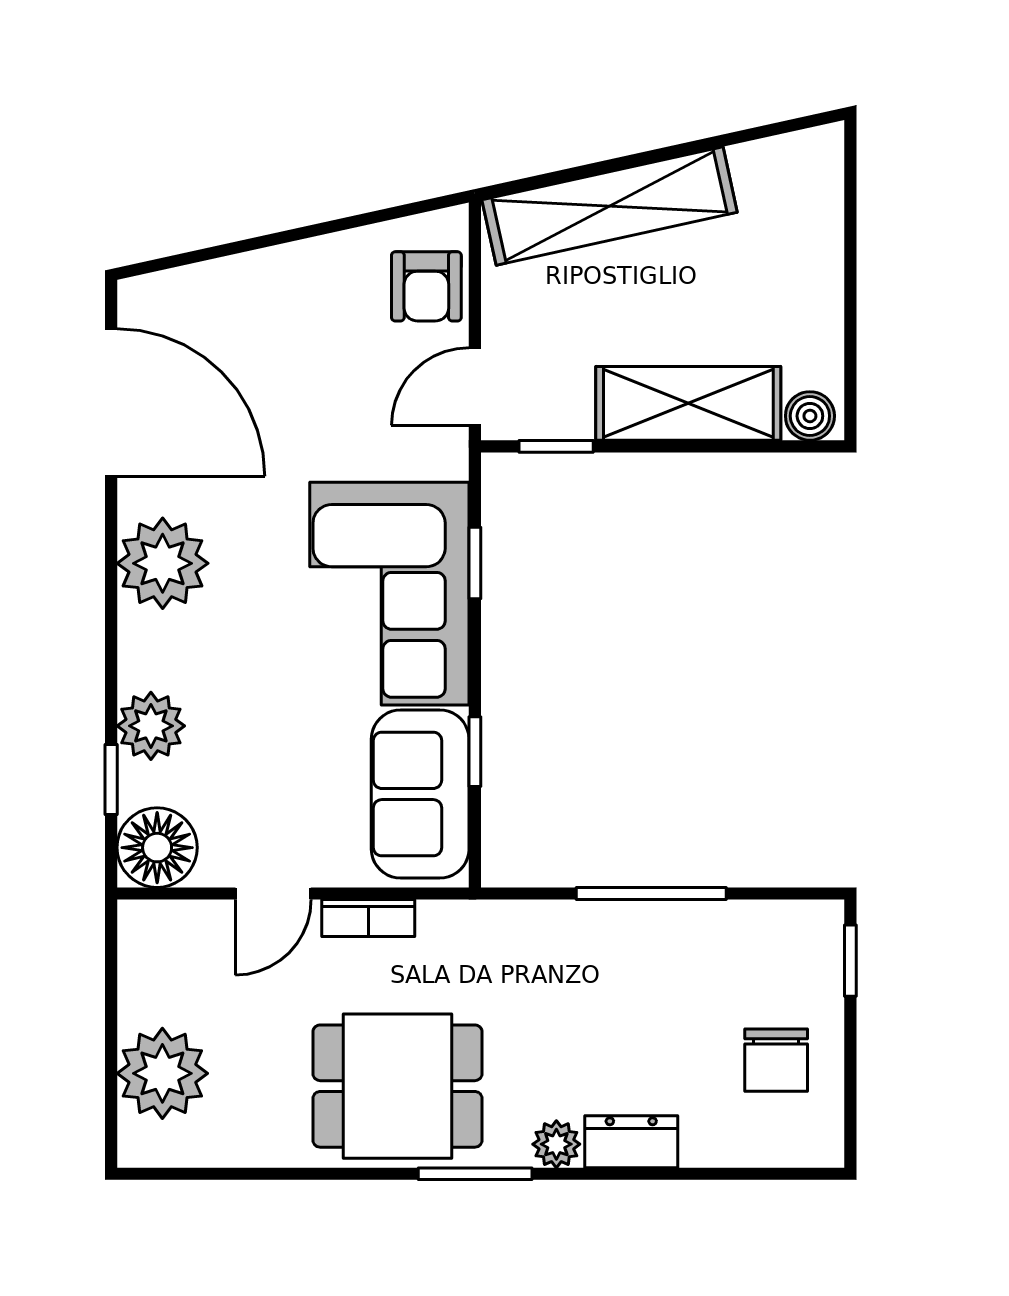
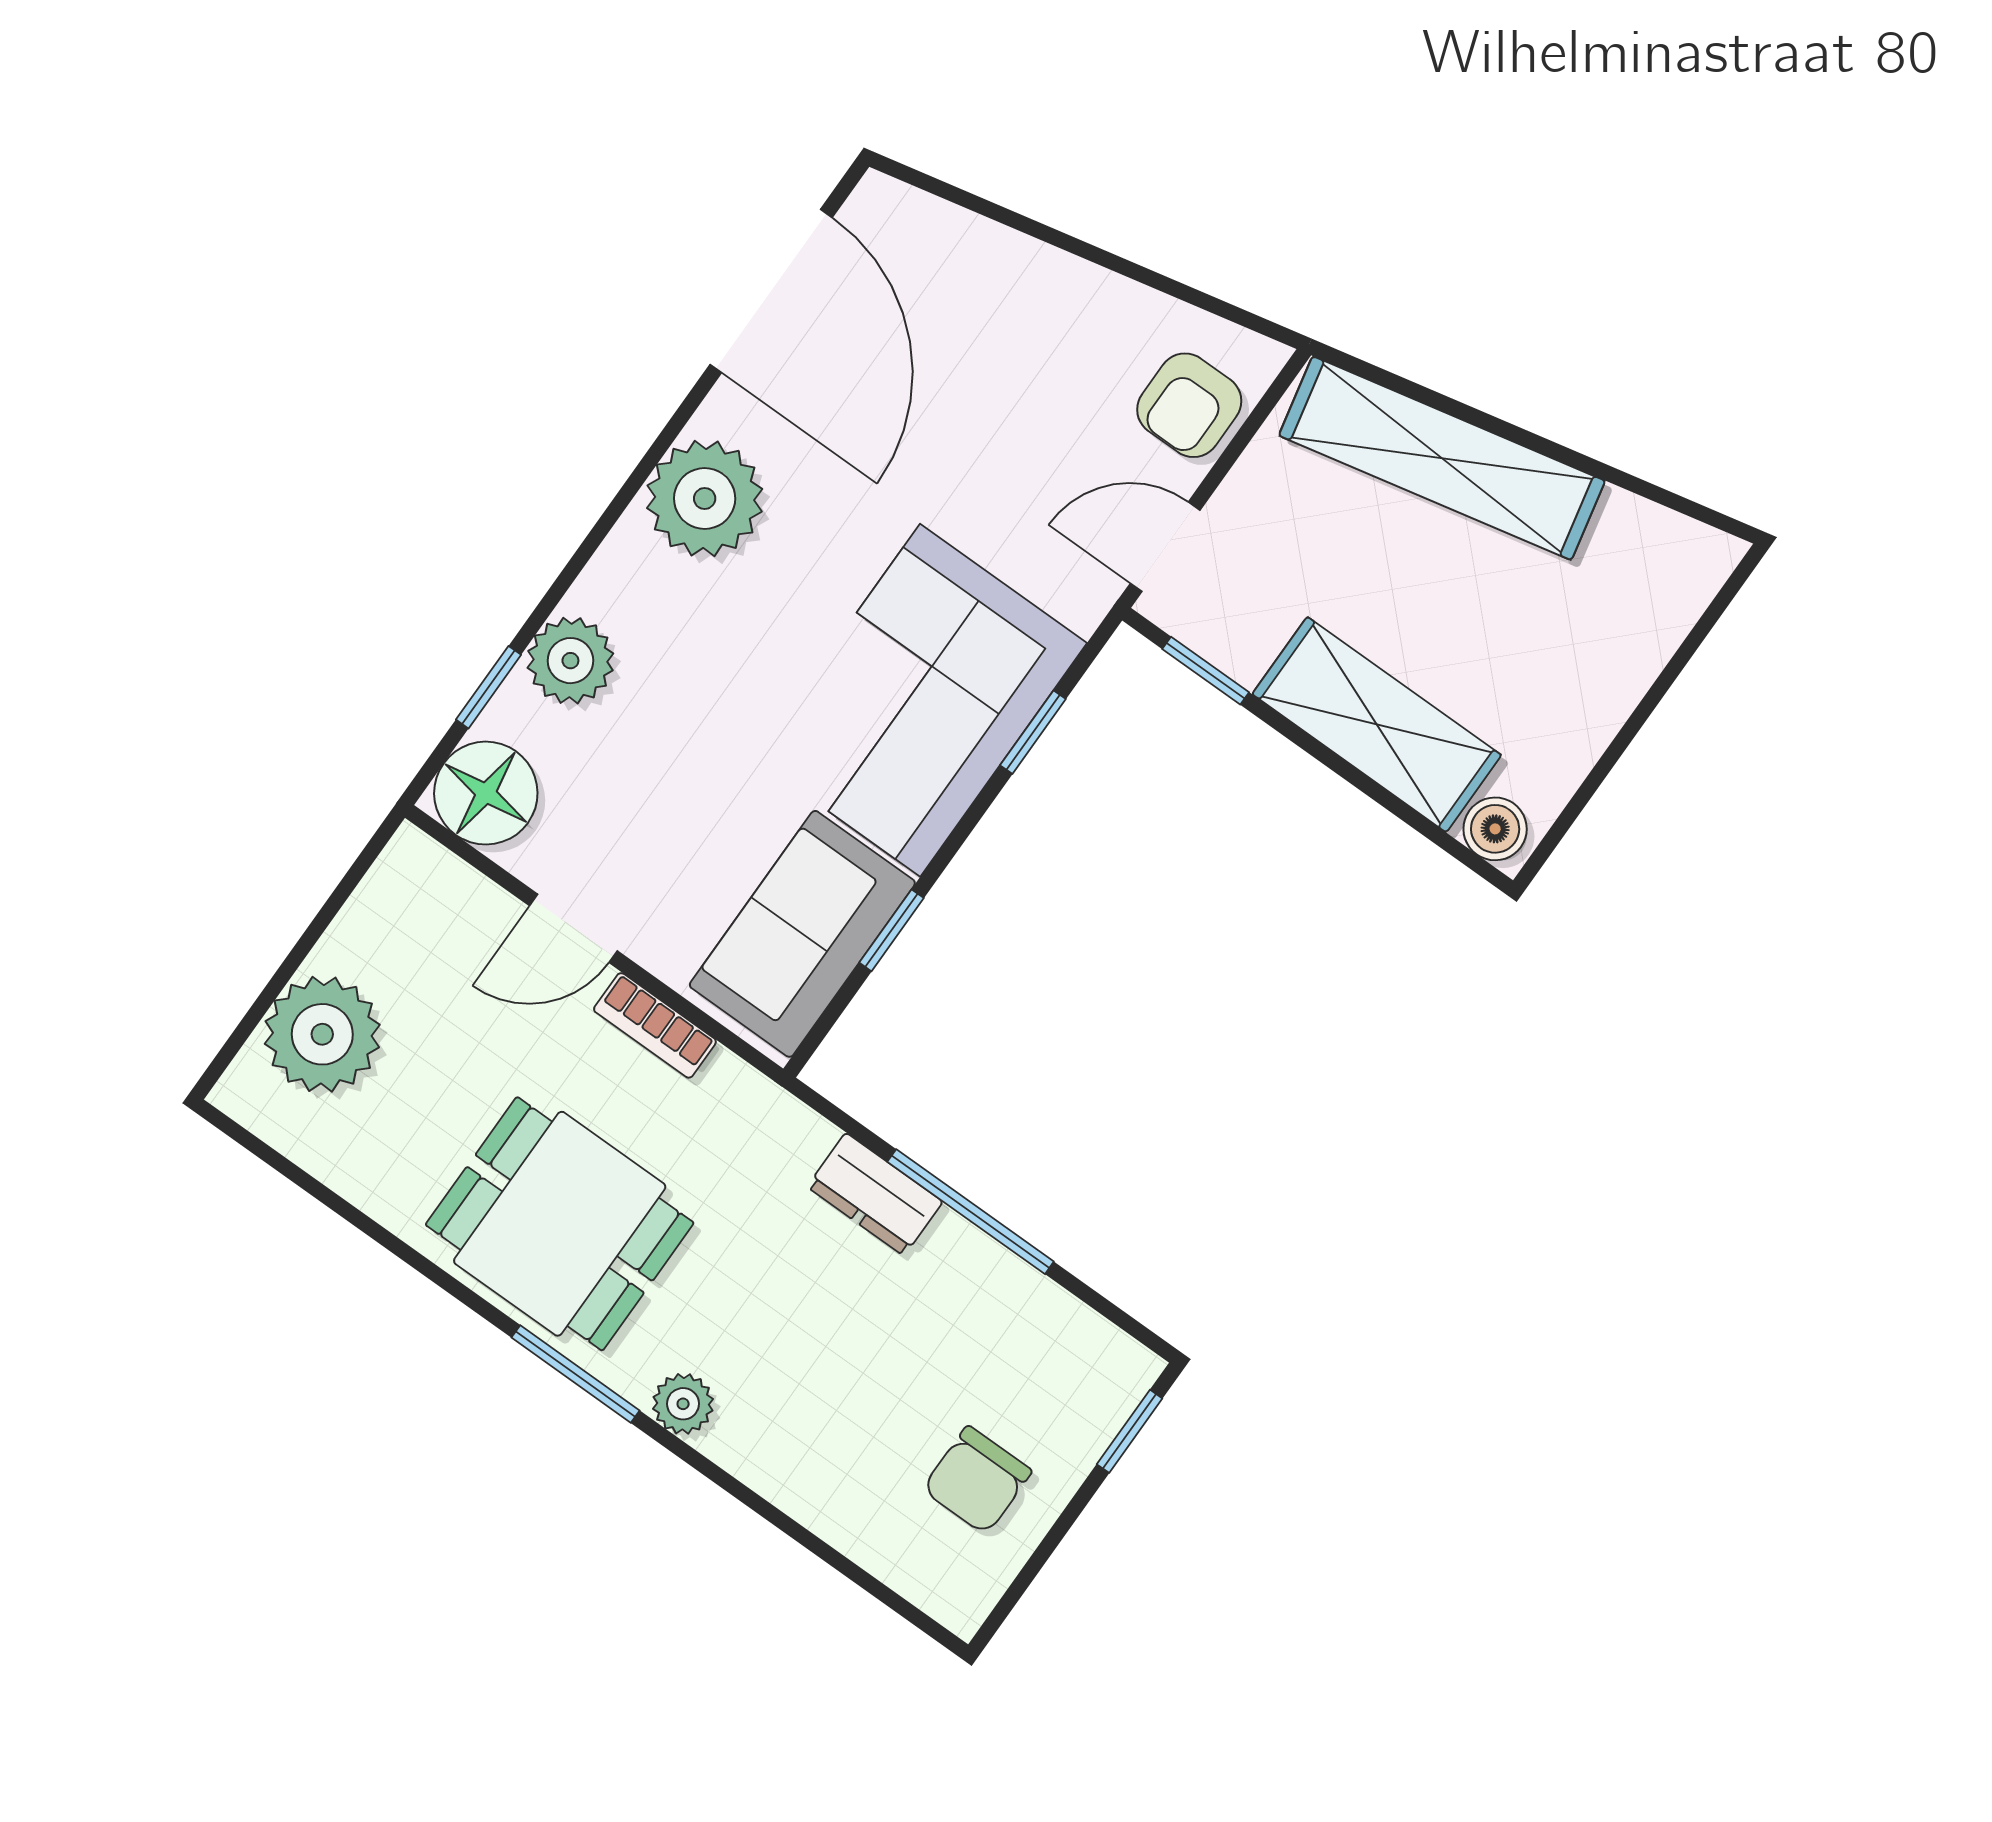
dresser: (631, 1142) -> (875, 1194), moved, turned 180

